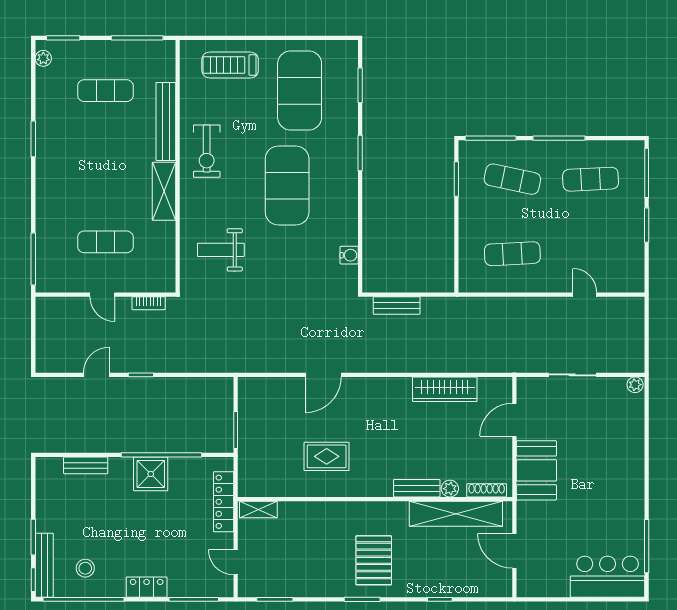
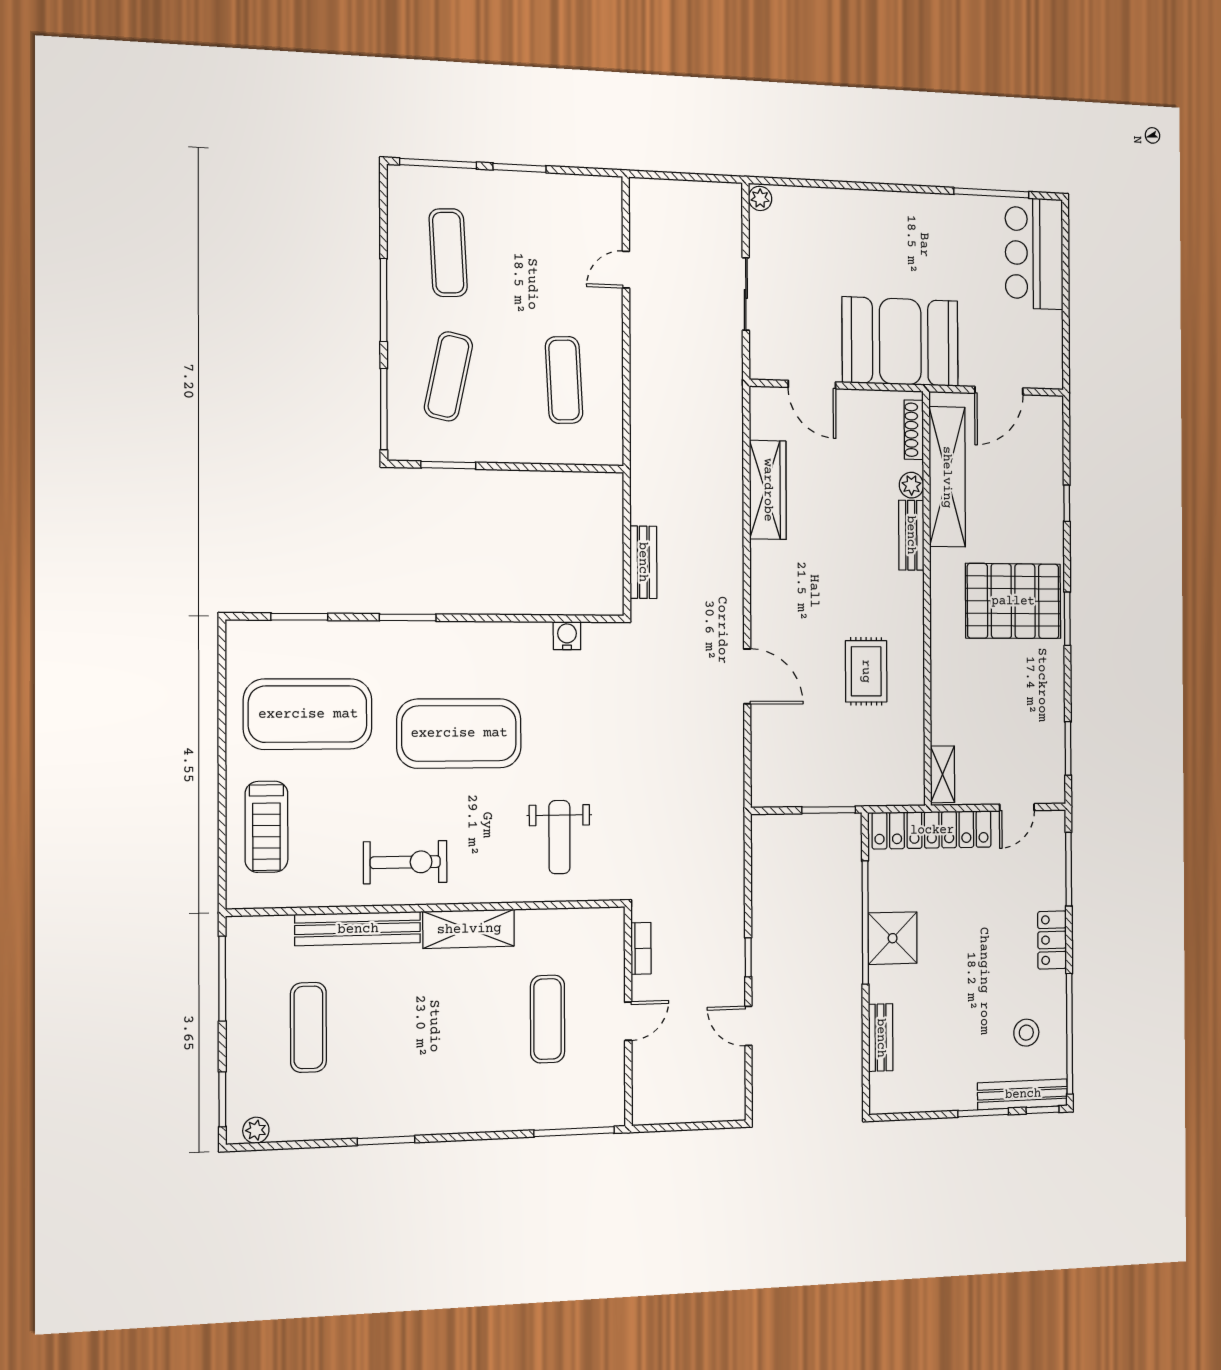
booth: (536, 470) -> (900, 342), width x1.36, depth x1.42
locker: (224, 502) -> (932, 830), width x1.41, depth x1.21
pallet: (374, 560) -> (1013, 601), width x1.37, depth x1.41

